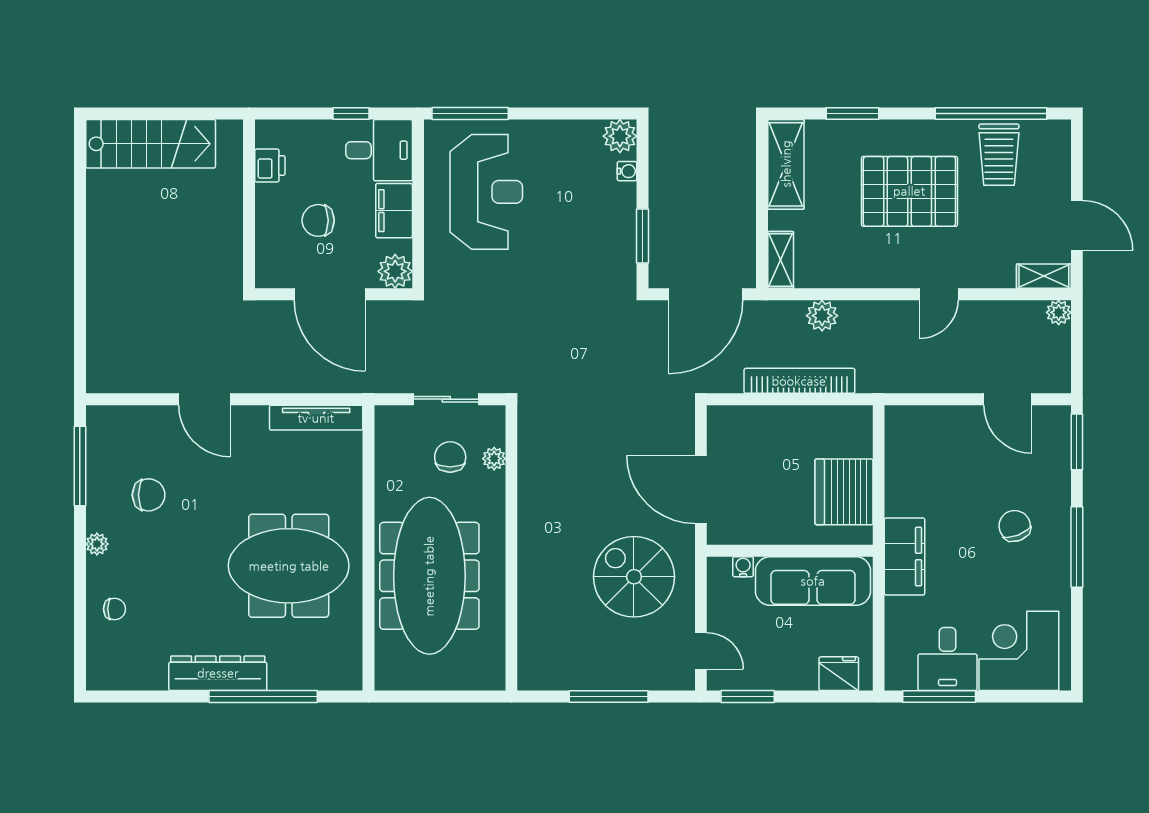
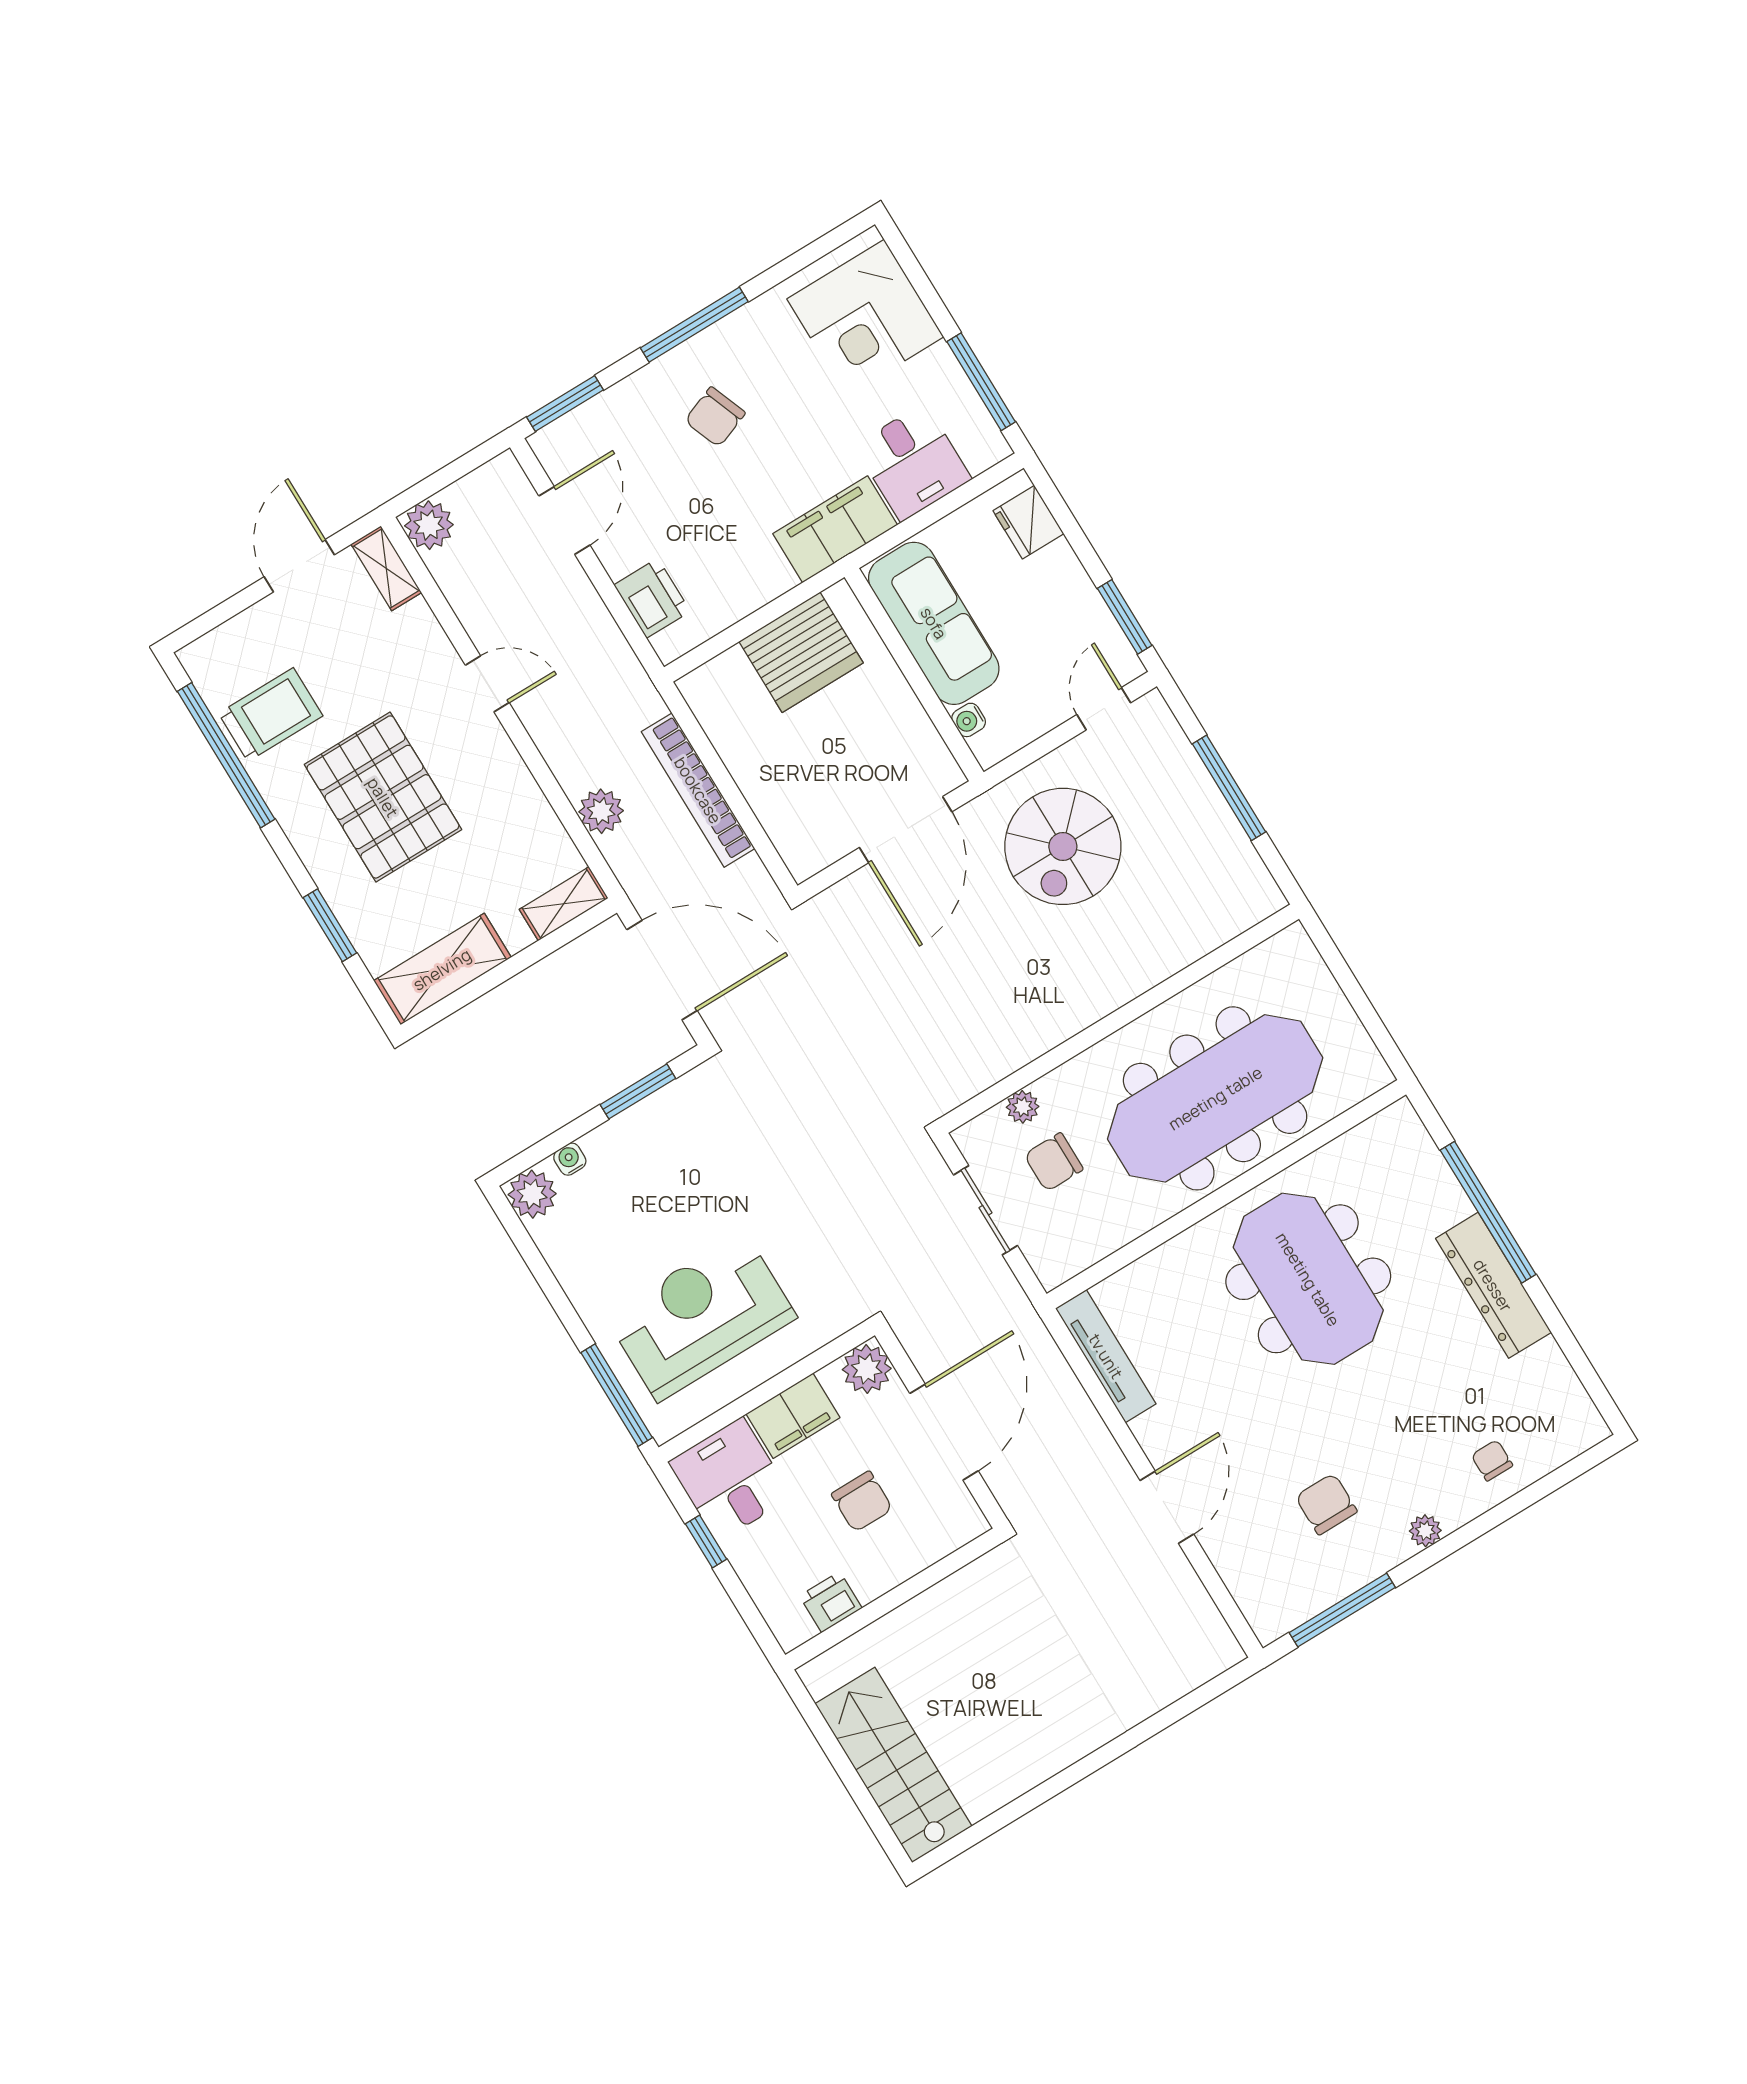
plant: (1059, 312) -> (429, 525), width x1.38, depth x1.38
printer: (930, 423) -> (652, 598), added
desk: (948, 659) -> (913, 462), moved, turned 90

